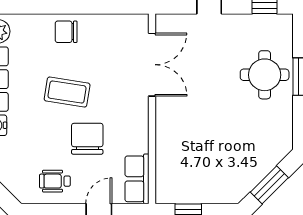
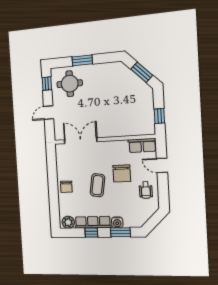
round table: (265, 75) -> (70, 84), moved
chair: (87, 139) -> (122, 173), turned -90

